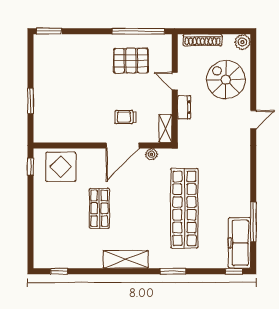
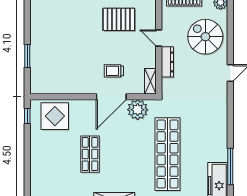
dresser: (184, 107) -> (167, 62), width x1.44
plant: (151, 154) -> (138, 110), width x1.88, depth x1.88

